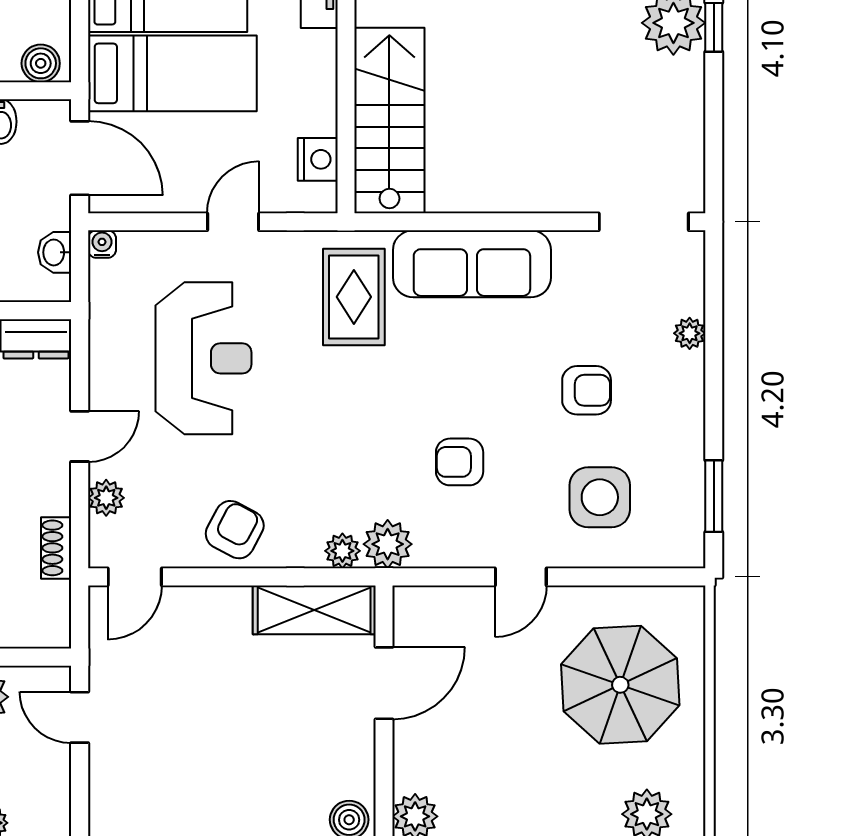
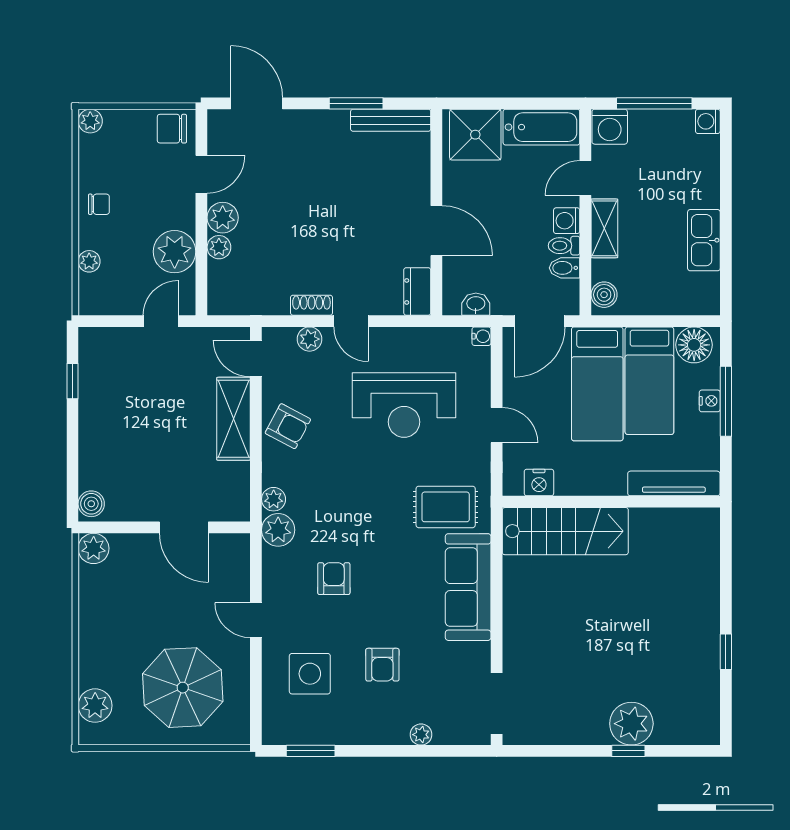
shoe rack: (56, 548) -> (311, 305), moved
shelving: (314, 610) -> (234, 419), moved

